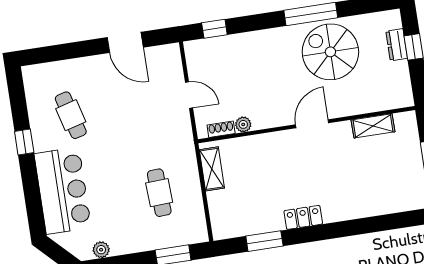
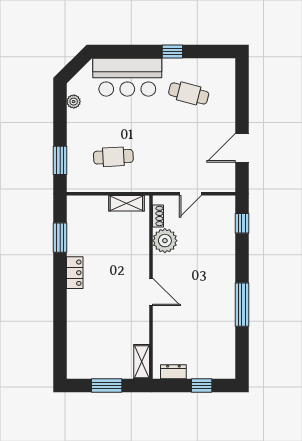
dresser: (397, 45) -> (173, 372), moved
spiral stairs: (330, 52) -> (208, 316), removed
cafe table: (71, 115) -> (189, 93), turned 30
plant: (243, 124) -> (165, 241), width x1.88, depth x1.88
shelving: (373, 126) -> (142, 362), moved

